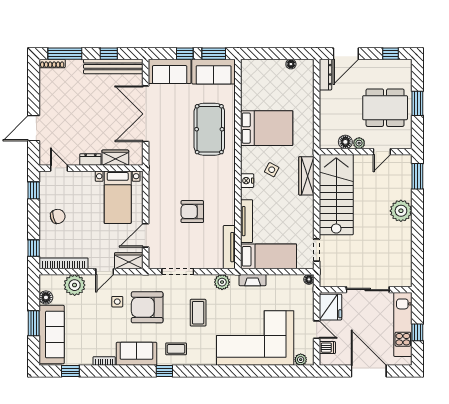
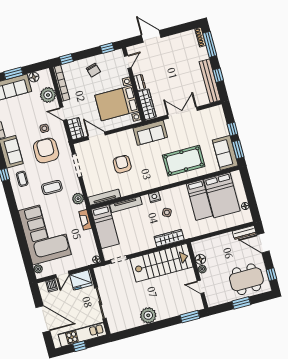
sofa: (170, 71) -> (150, 133), moved, turned -90
bed: (268, 91) -> (222, 195), added
dining table: (385, 108) -> (246, 279), moved, turned 90
double door: (146, 114) -> (182, 113), width x0.73
bed: (267, 128) -> (199, 200), width x0.67
wardrobe: (115, 158) -> (147, 104), width x1.50
bed with nightstands: (118, 197) -> (117, 103), width x1.36
plant: (401, 211) -> (148, 315), moved
door: (369, 371) -> (43, 319), hinge flipped

